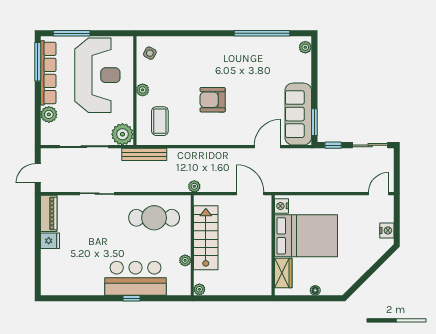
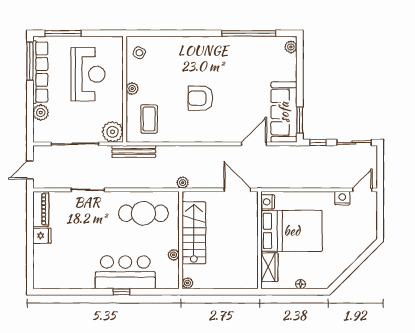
reception desk: (97, 75) -> (88, 74), width x0.74, depth x0.77
nightstand: (387, 230) -> (342, 198), moved, turned -90

